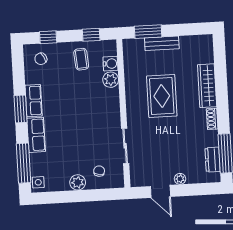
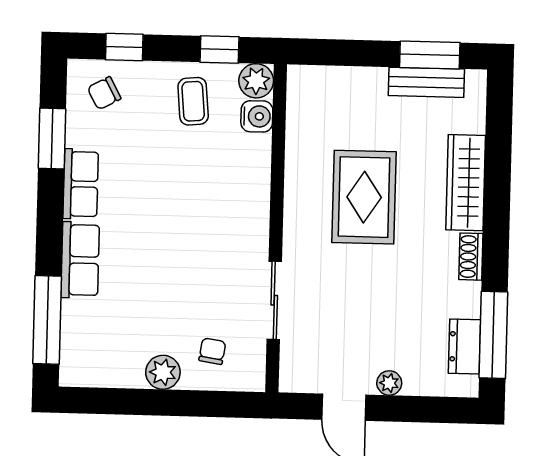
window: (148, 32) -> (430, 55), moved
bench: (162, 43) -> (426, 82), moved
plant: (111, 80) -> (256, 81), moved
window: (21, 109) -> (52, 138), moved
side table: (38, 182) -> (76, 365), removed

